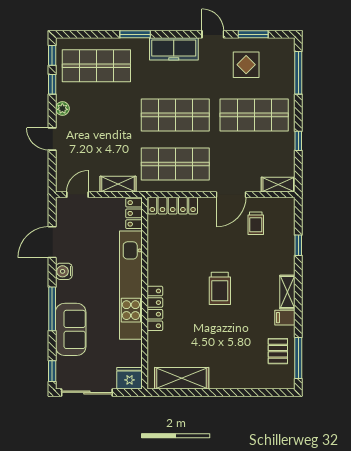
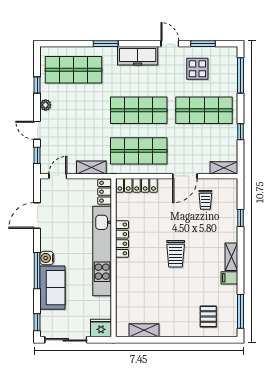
window: (52, 55) -> (37, 155), moved
water cooler: (64, 271) -> (47, 258), moved
locker: (155, 308) -> (122, 239), moved
pallet: (278, 351) -> (208, 316), moved
shelving: (182, 378) -> (144, 330), width x0.67, depth x0.75

